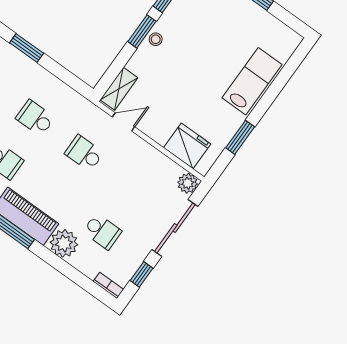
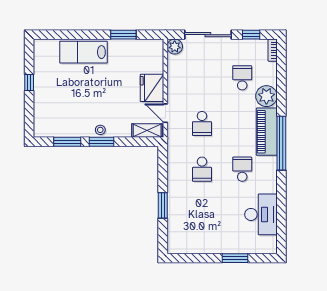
fridge: (187, 146) -> (152, 88), moved

